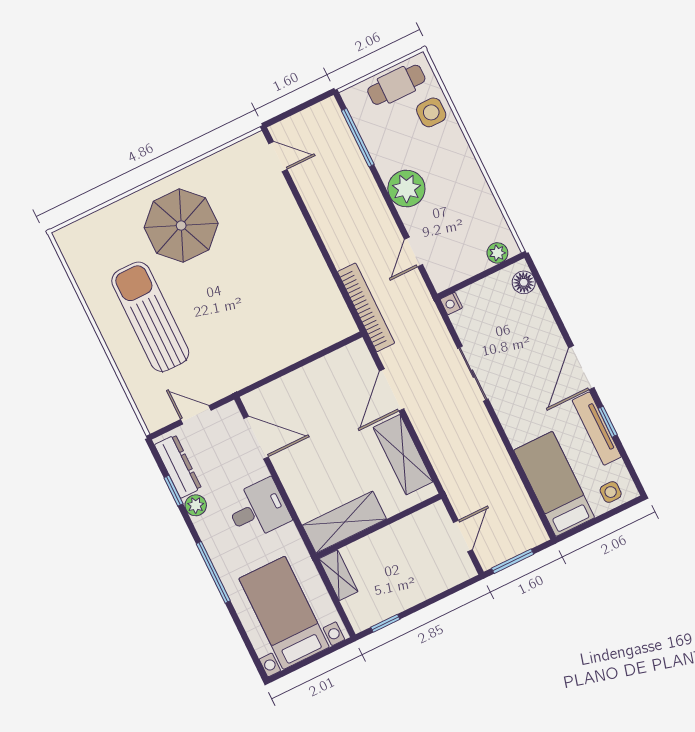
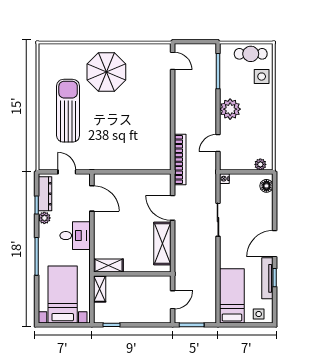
door: (392, 390) -> (173, 208), hinge flipped
shelving: (344, 522) -> (108, 266), width x0.67, depth x0.75

